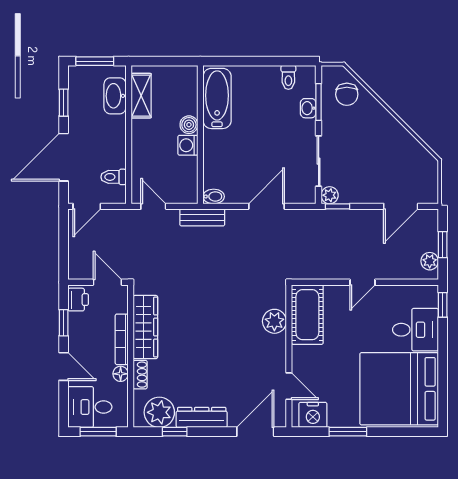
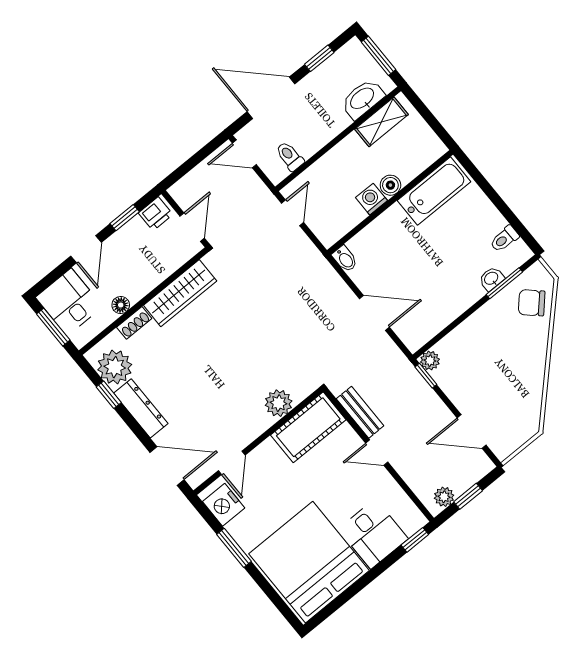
chair: (347, 94) -> (532, 303), turned 43
sliding door: (319, 161) -> (452, 326), removed
bench: (202, 217) -> (360, 412), moved
bookcase: (122, 339) -> (152, 281), removed

